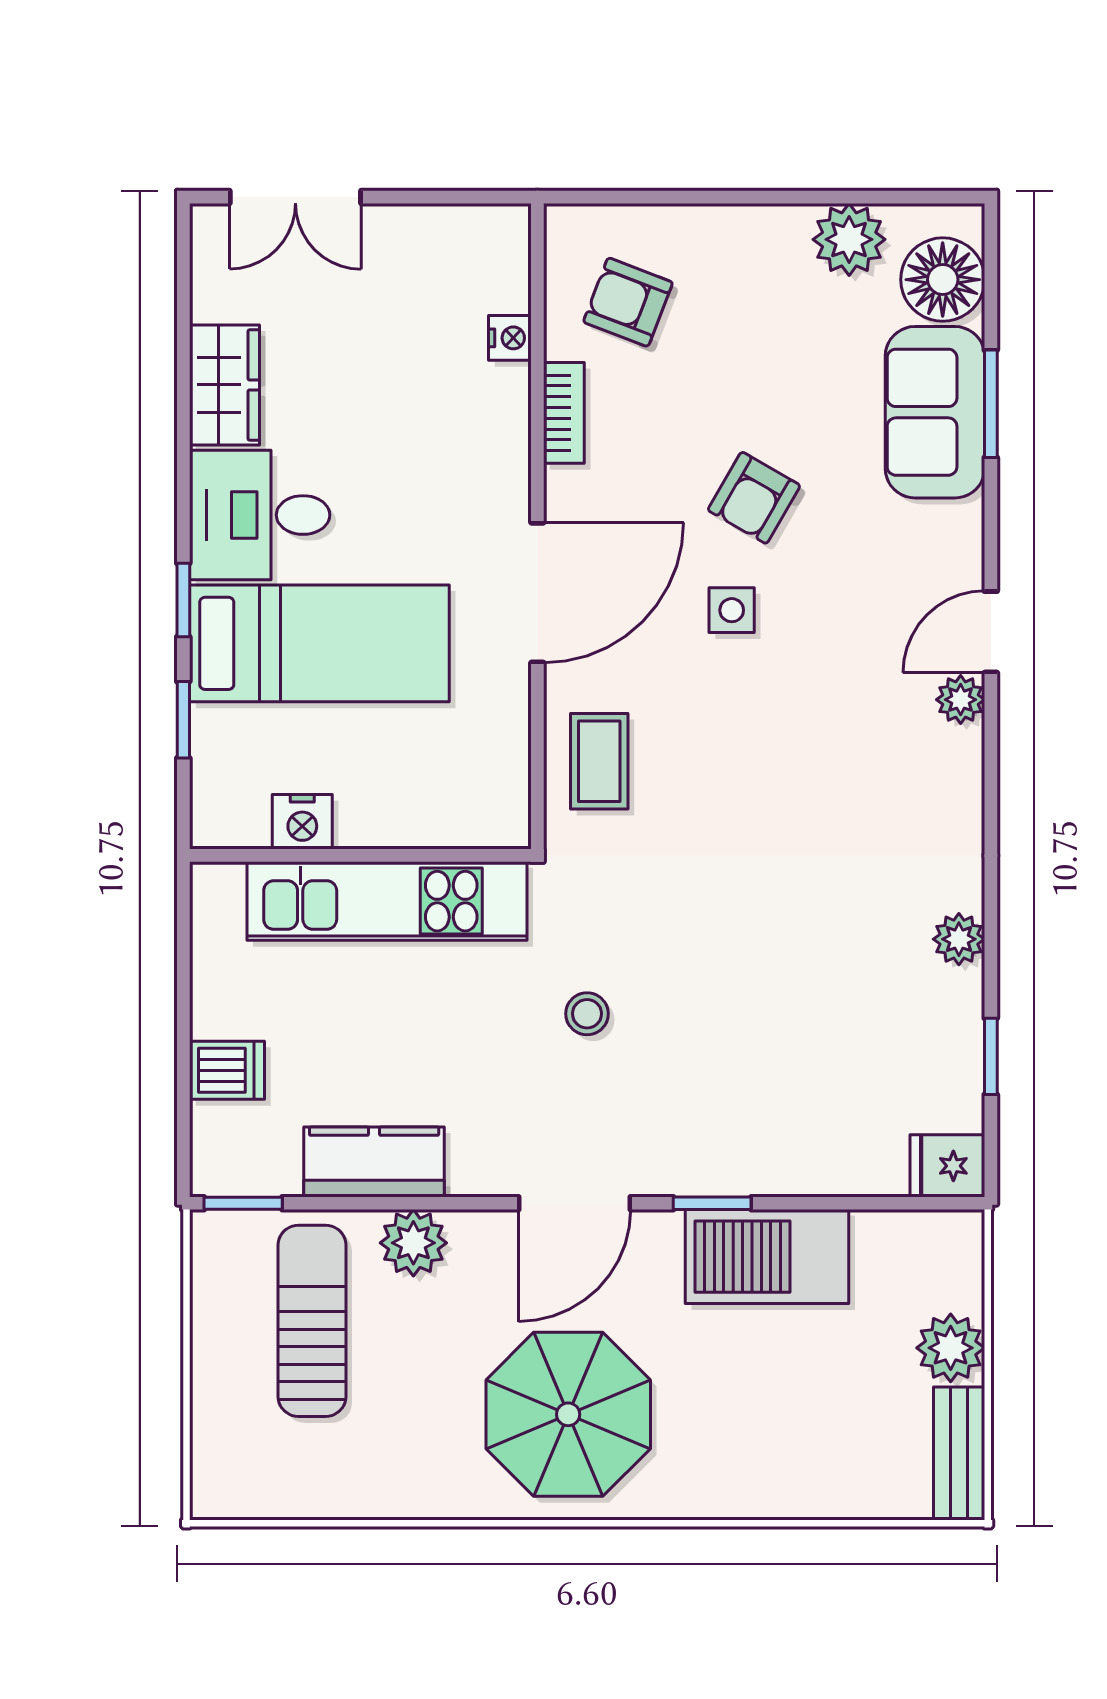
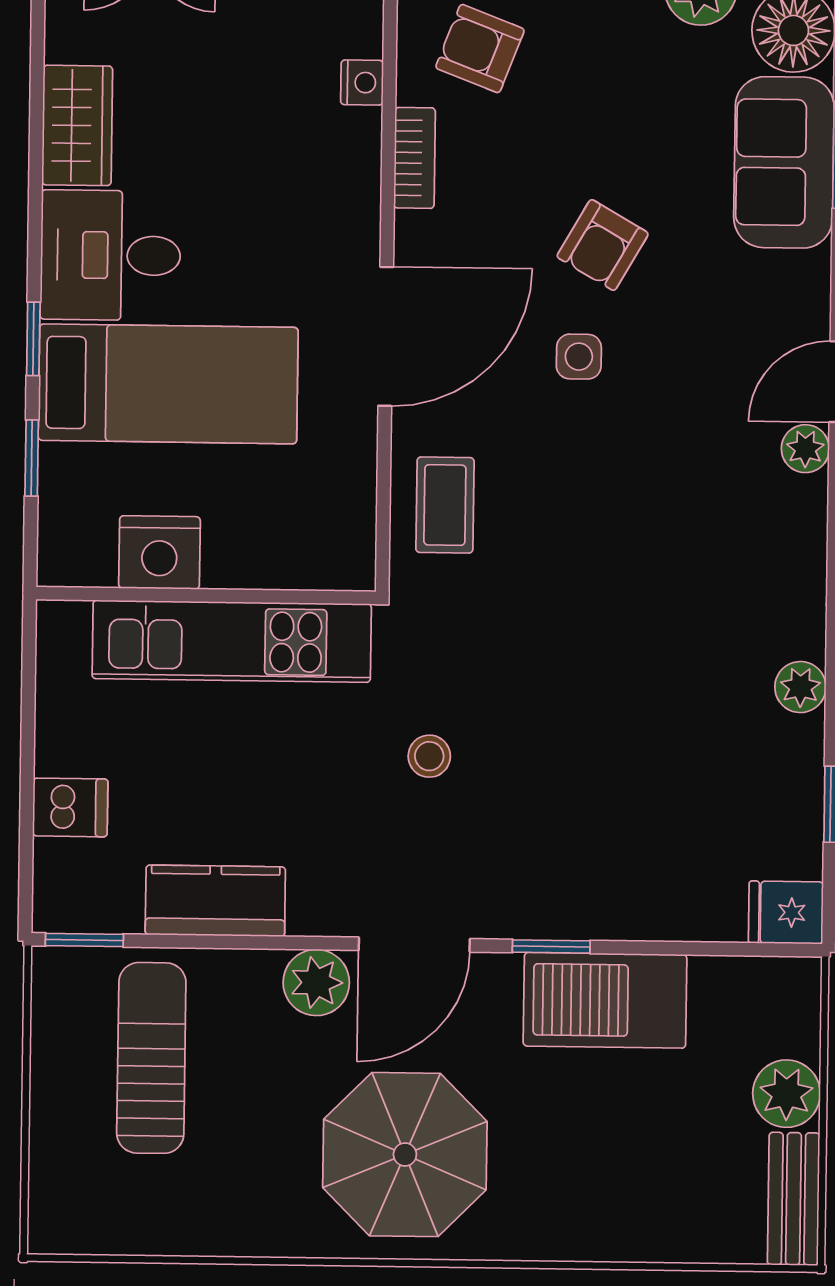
nightstand: (302, 822) -> (159, 552), width x1.36, depth x1.33
plant: (413, 1243) -> (316, 983), moved

